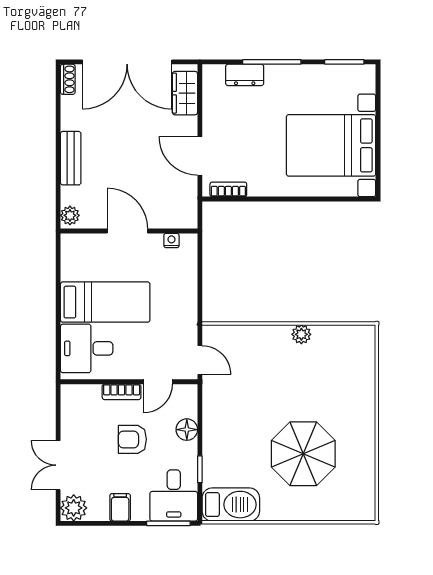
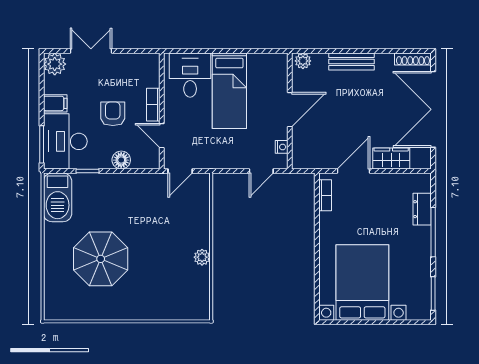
shoe rack: (68, 79) -> (413, 59), width x1.43
wardrobe: (185, 93) -> (391, 158), moved
door: (200, 265) -> (261, 171), added
desk: (174, 495) -> (65, 141), width x1.37

